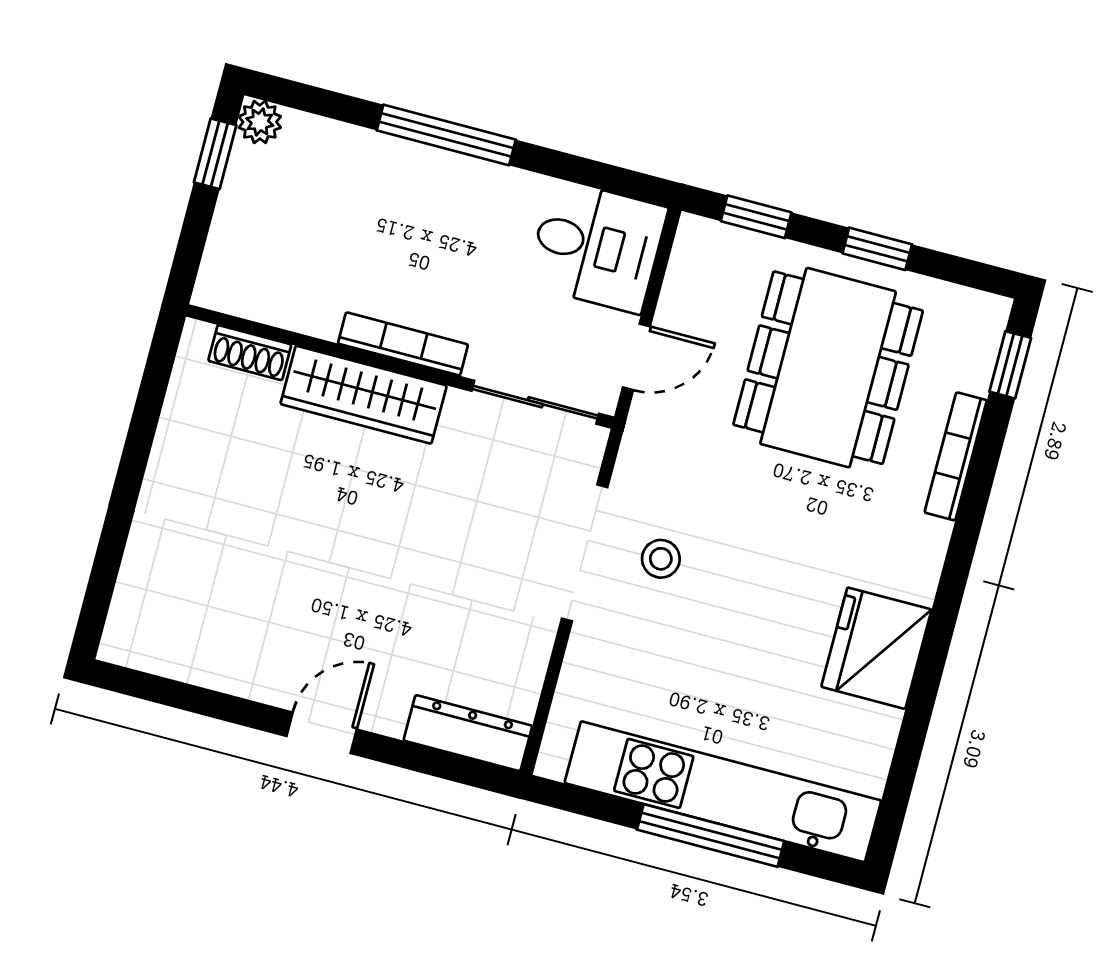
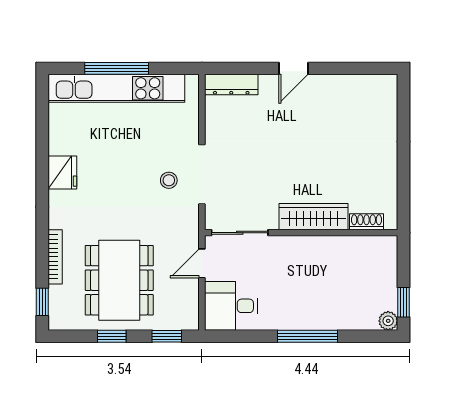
bookcase: (403, 344) -> (302, 243), removed
fridge: (876, 648) -> (62, 173), width x0.73, depth x0.75

